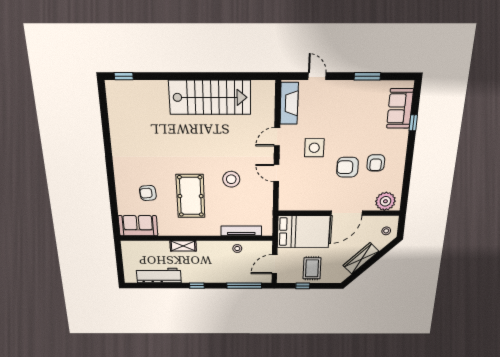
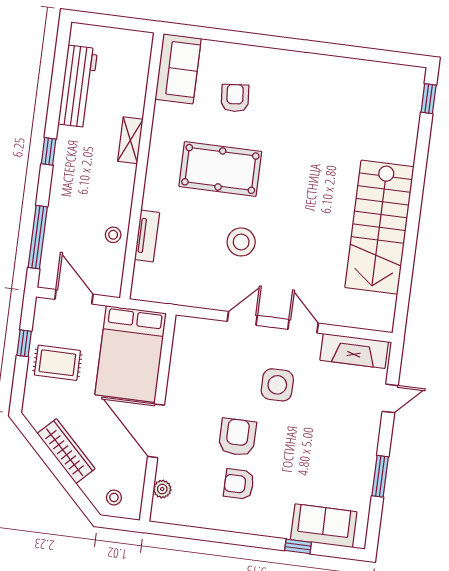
plant: (385, 201) -> (162, 489), width x0.53, depth x0.53
tv unit: (241, 231) -> (147, 236), width x0.71

